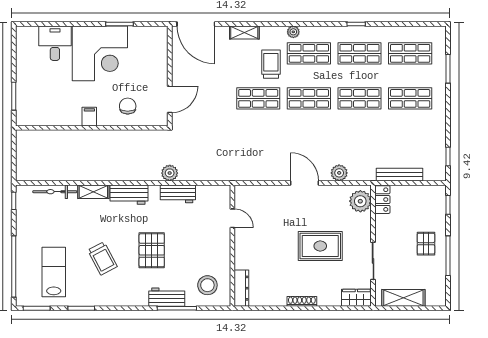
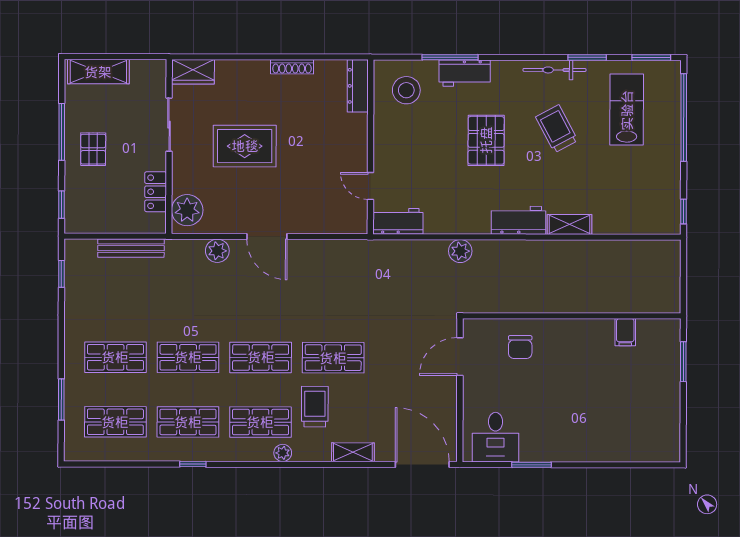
desk: (55, 43) -> (495, 437), moved
corner desk: (100, 53) -> (560, 423), removed
trolley: (271, 64) -> (315, 407), turned 180
filing cabinet: (89, 117) -> (625, 332), moved
bicycle: (55, 192) -> (554, 70), moved, turned 180
workbench: (178, 194) -> (398, 221), moved
locker: (382, 200) -> (156, 192), moved
lab bench: (54, 272) -> (627, 110), turned 180
shelving: (403, 298) -> (98, 72), moved
shoe rack: (302, 301) -> (292, 67), moved

